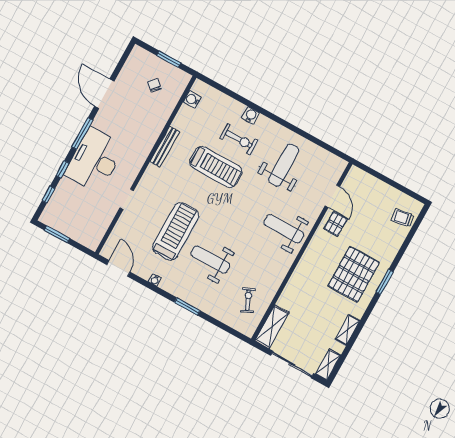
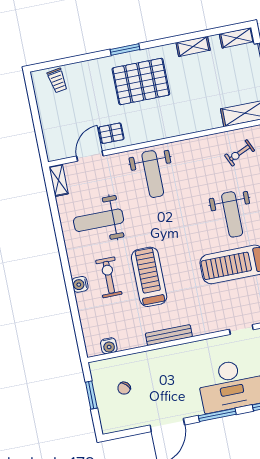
shelving: (334, 161) -> (59, 180), added

